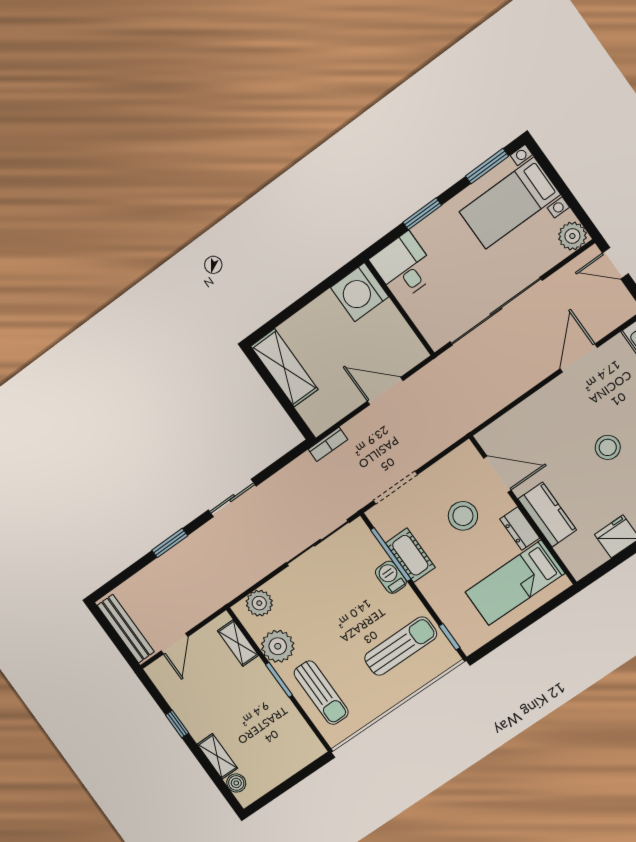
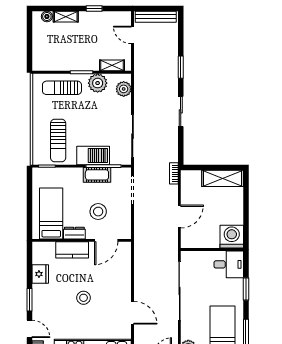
barbecue: (391, 577) -> (93, 155), width x1.88, depth x1.53

